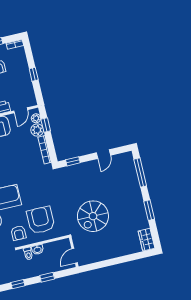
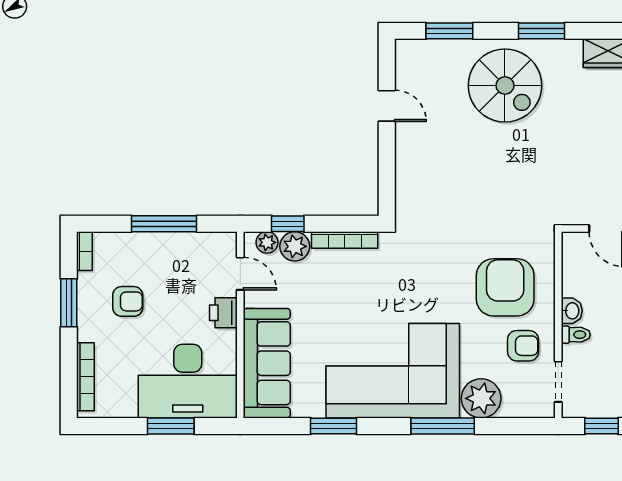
window: (34, 74) -> (164, 224), width x2.17
window: (73, 161) -> (387, 181), removed
window: (140, 172) -> (449, 31), width x0.69
spiral stairs: (93, 216) -> (505, 86), moved
armchair: (41, 220) -> (505, 287), turned 90

